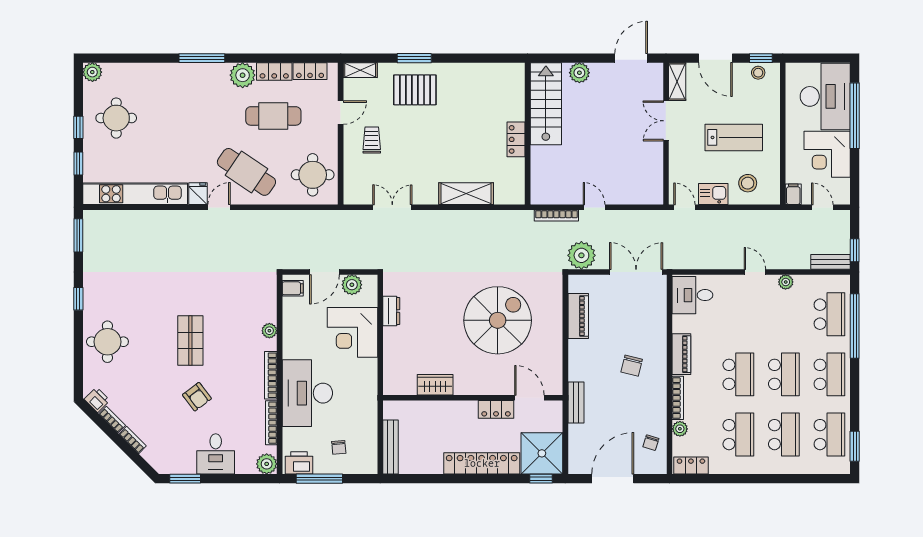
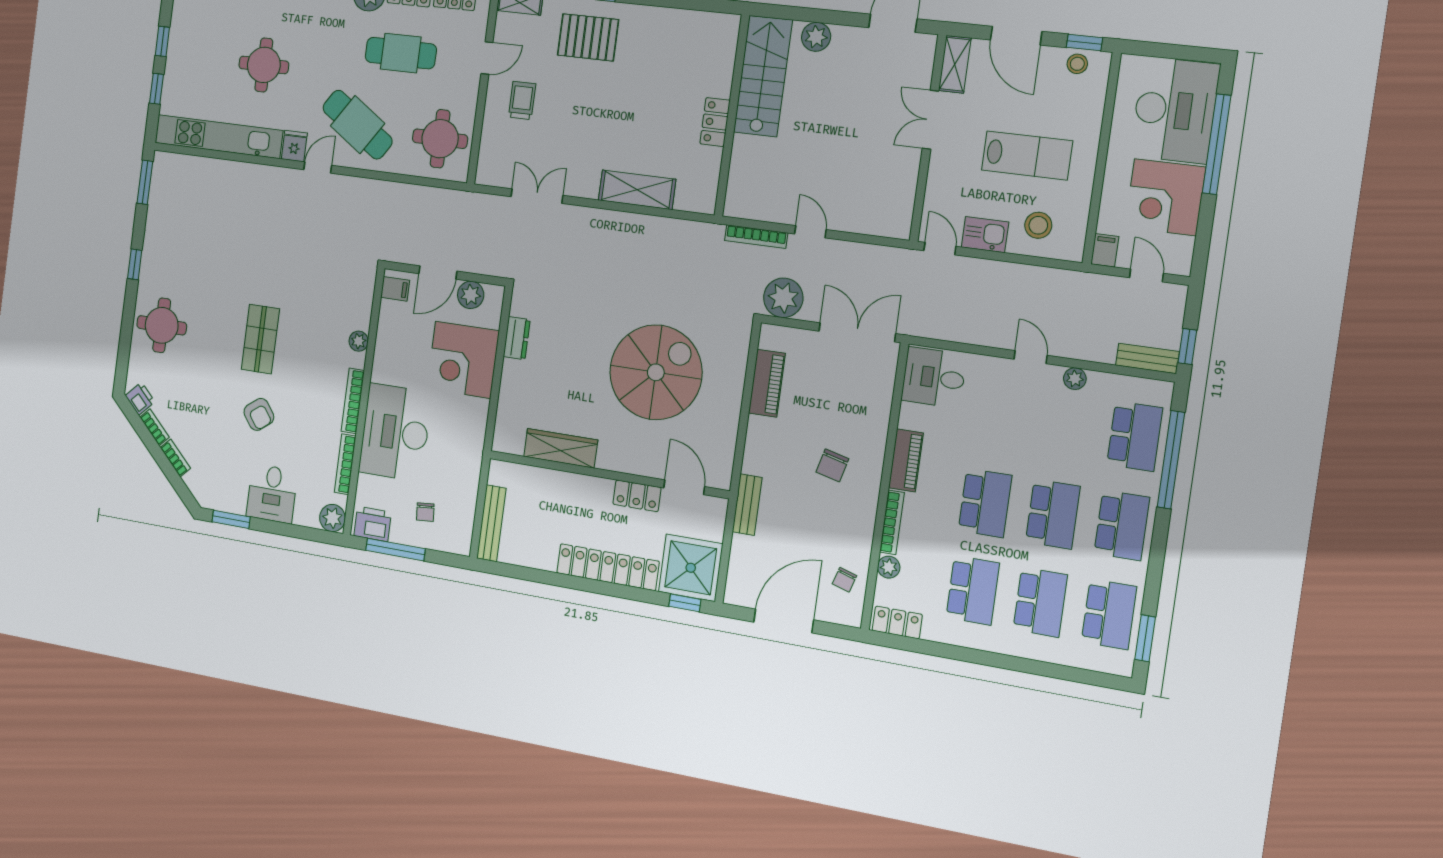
round table: (116, 118) -> (264, 65), moved
wardrobe: (435, 385) -> (561, 448), width x1.50

